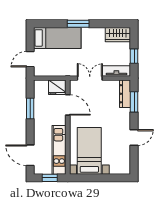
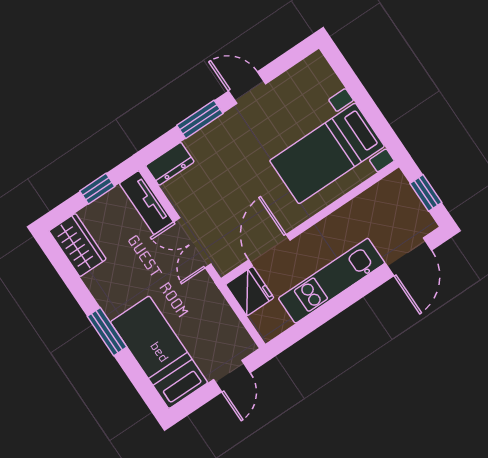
door: (30, 59) -> (232, 376), hinge flipped
dresser: (125, 94) -> (170, 164), width x0.70
window: (134, 102) -> (200, 119), moved
window: (30, 109) -> (323, 315), removed
kitchen unit: (59, 150) -> (332, 281), moved, turned 180

